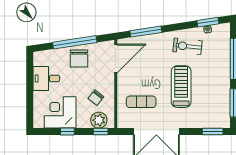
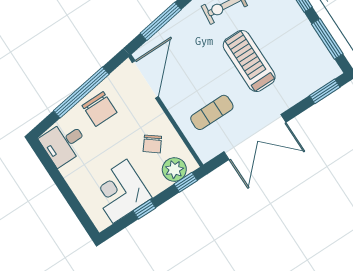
desk: (46, 79) -> (64, 143), moved

